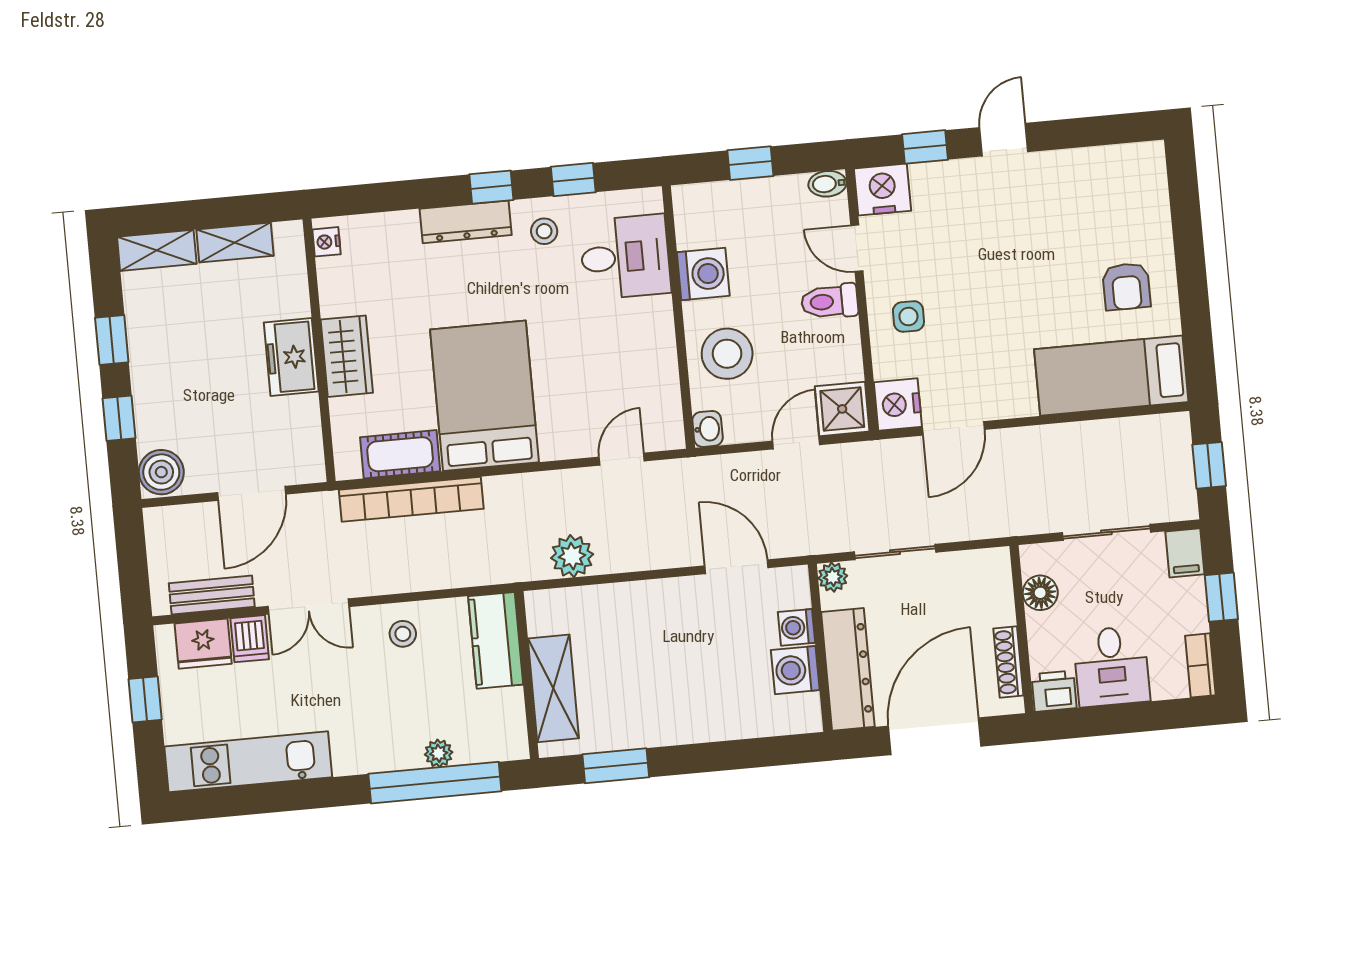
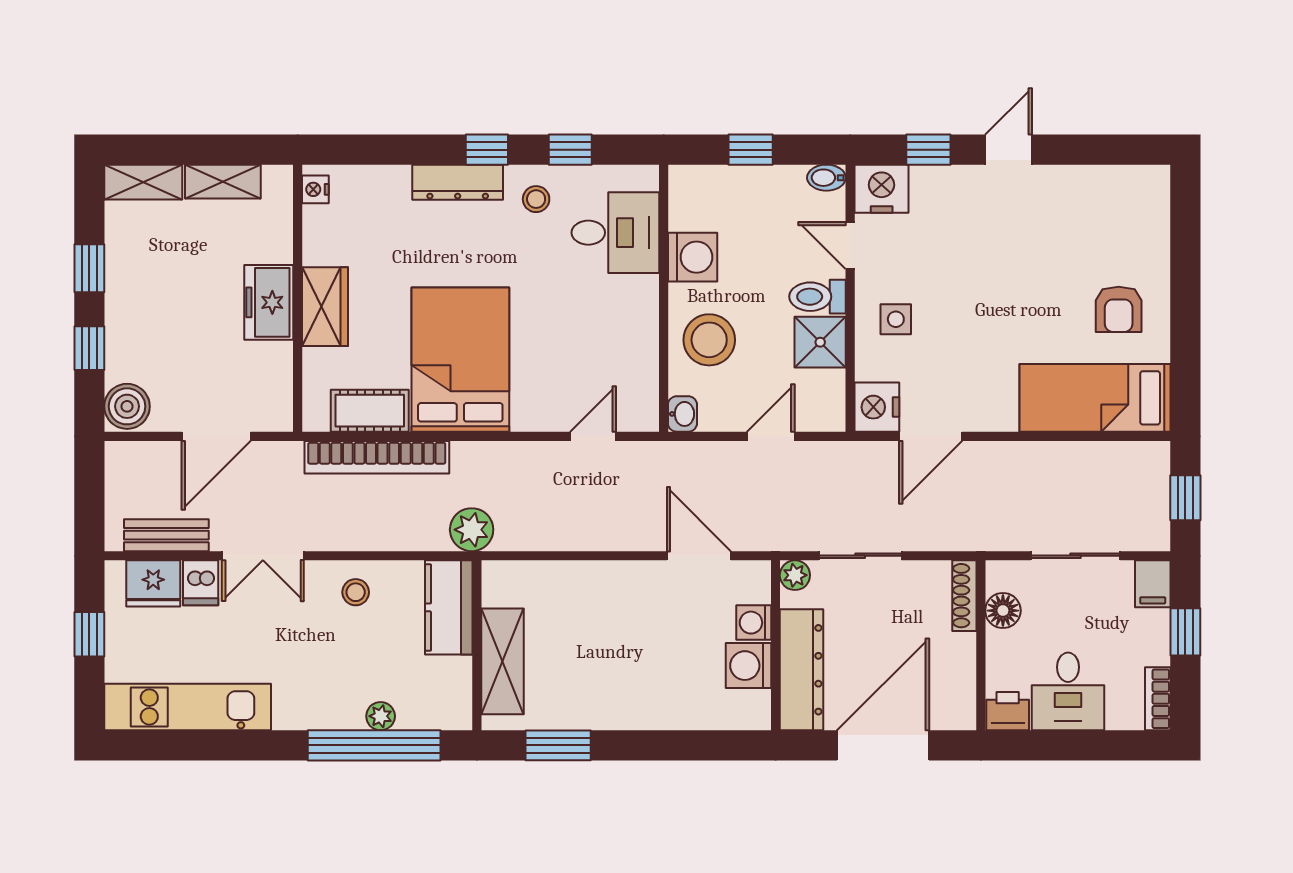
shower: (842, 409) -> (820, 342), moved
plant: (572, 556) -> (472, 530), moved
shoe rack: (1008, 662) -> (964, 596), moved

